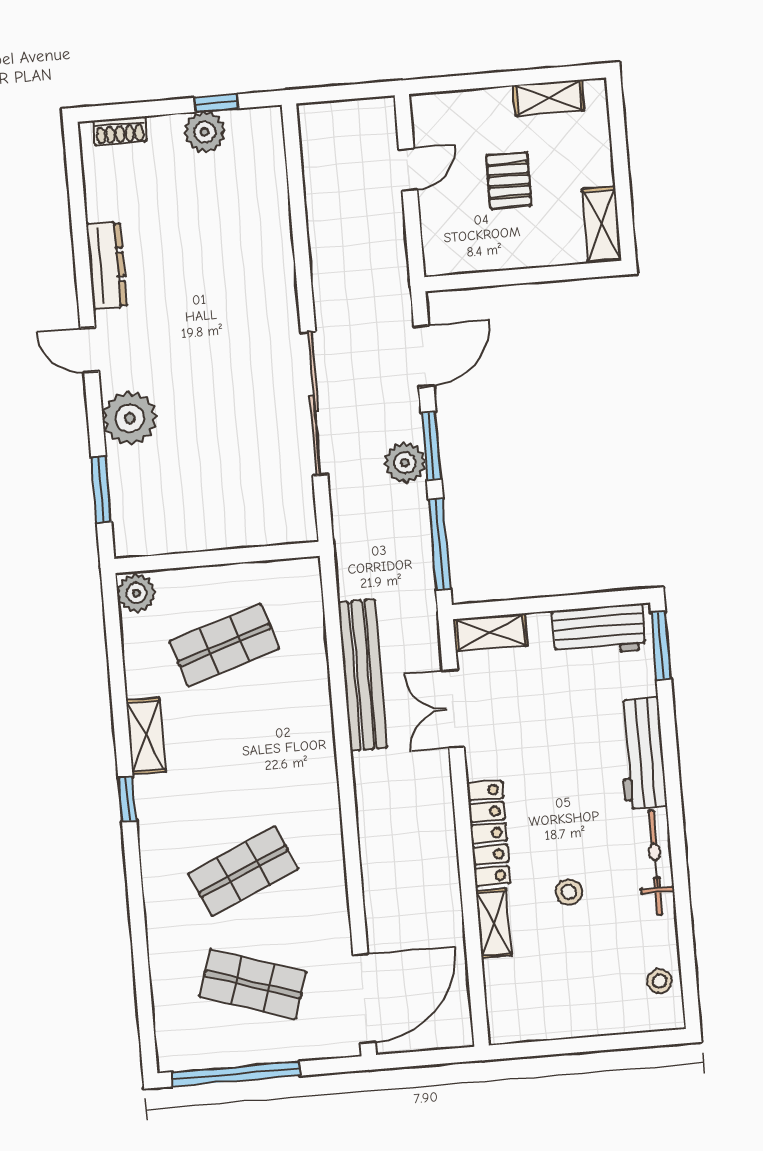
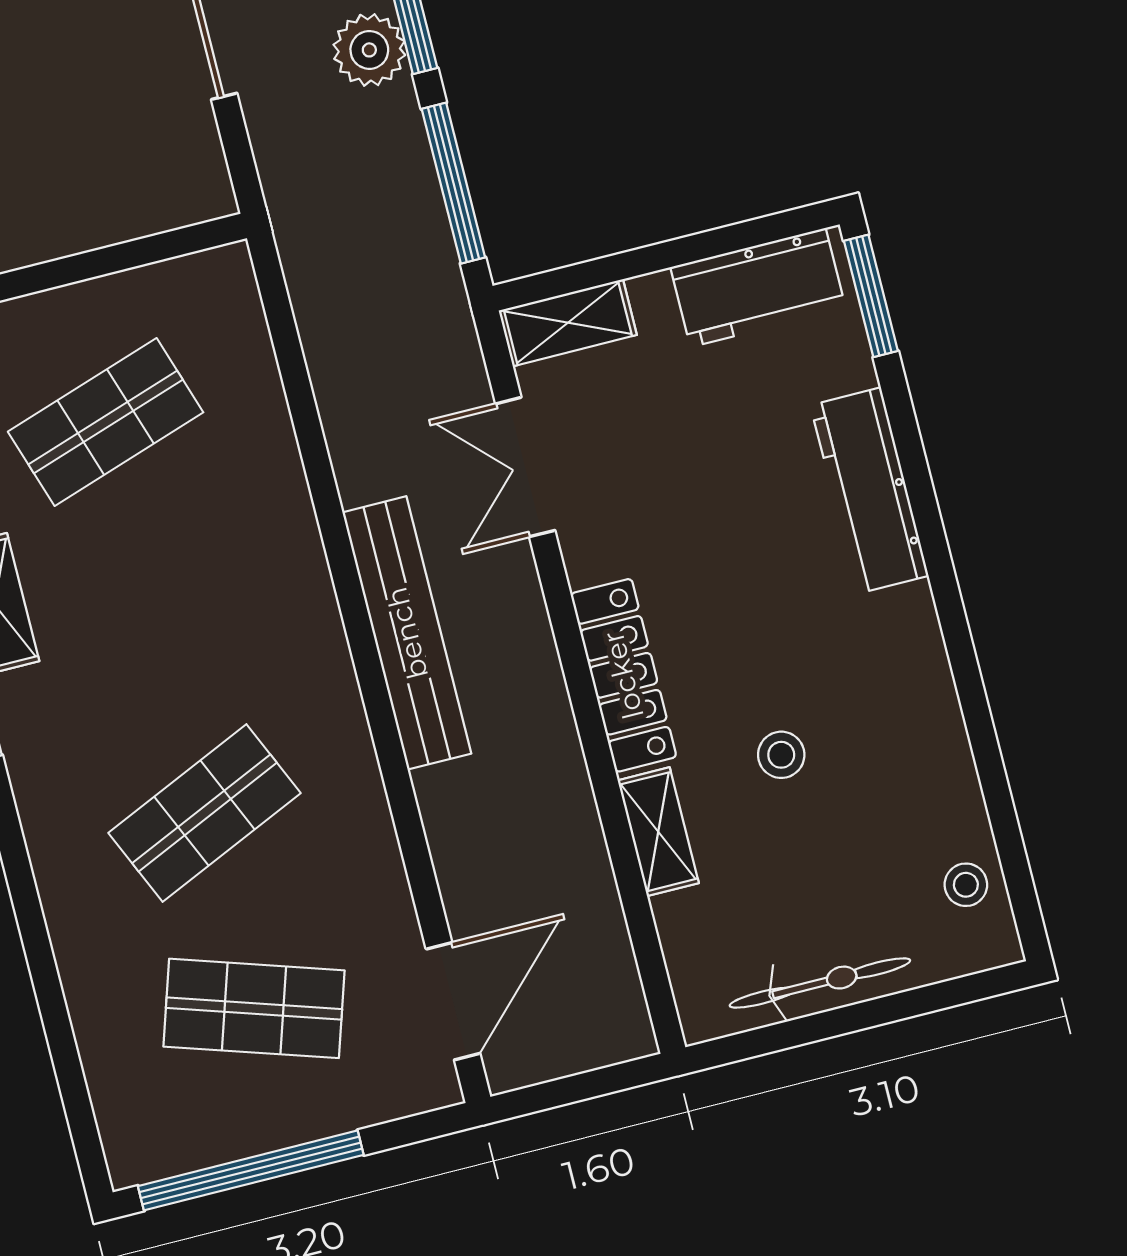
bench: (363, 675) -> (407, 633), moved
bicycle: (655, 862) -> (820, 983), moved, turned 90
door: (364, 999) -> (453, 1001), width x0.73

